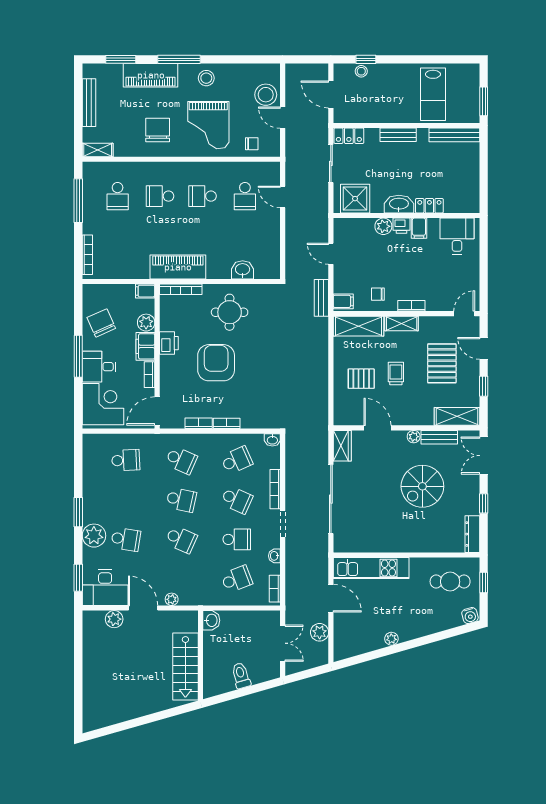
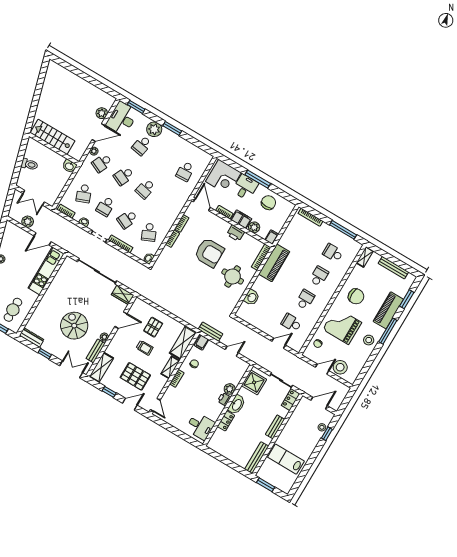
filing cabinet: (419, 228) -> (217, 408), removed
chair: (101, 323) -> (268, 203), turned -66
school desk: (181, 460) -> (102, 163), moved

